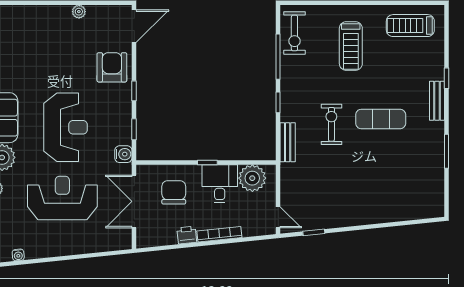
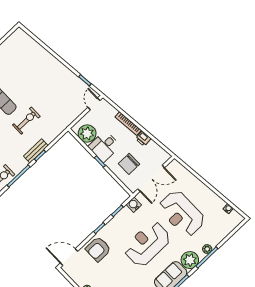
exercise bike: (331, 124) -> (26, 121), turned 180
bench: (288, 142) -> (36, 151), moved

